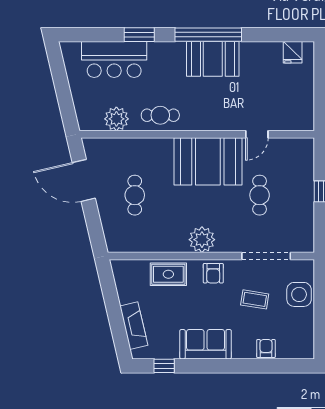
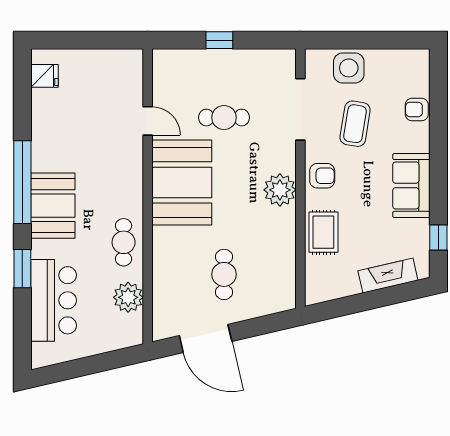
booth: (213, 59) -> (53, 206), moved
door: (84, 180) -> (206, 338), hinge flipped
cafe table: (135, 195) -> (224, 274), turned 90
coffee table: (255, 299) -> (355, 124), width x1.36, depth x1.30

